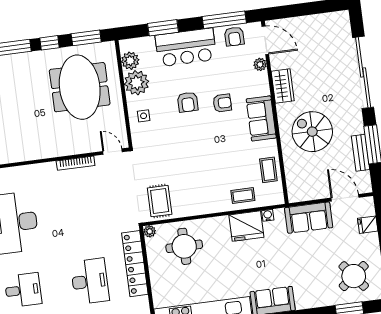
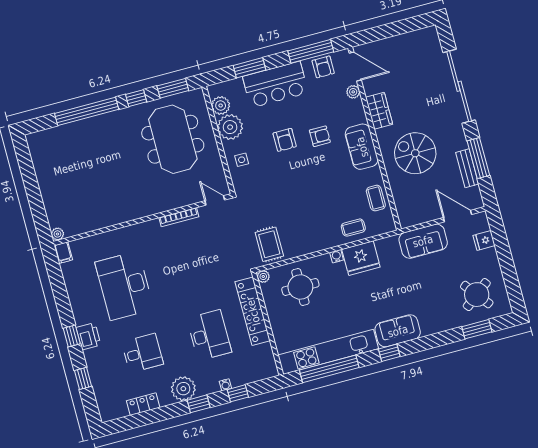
water cooler: (268, 215) -> (337, 256), moved

